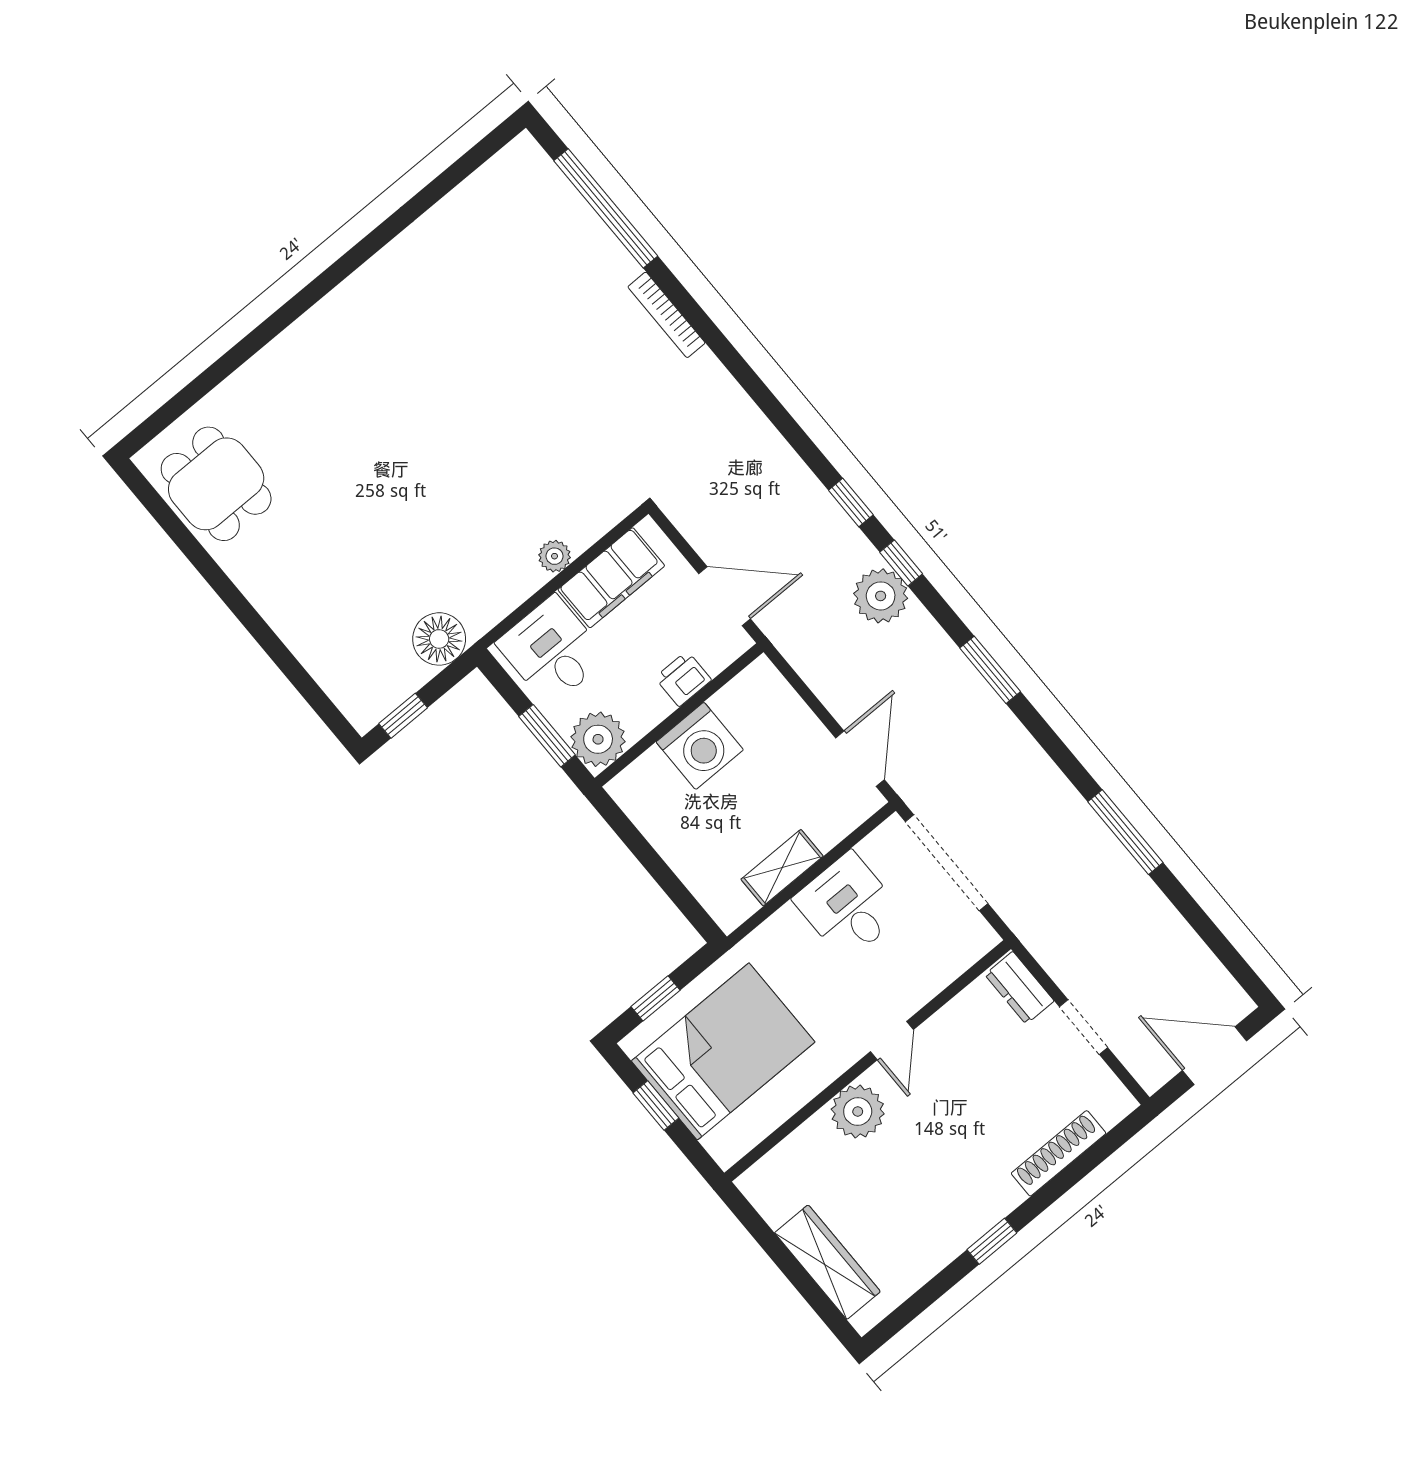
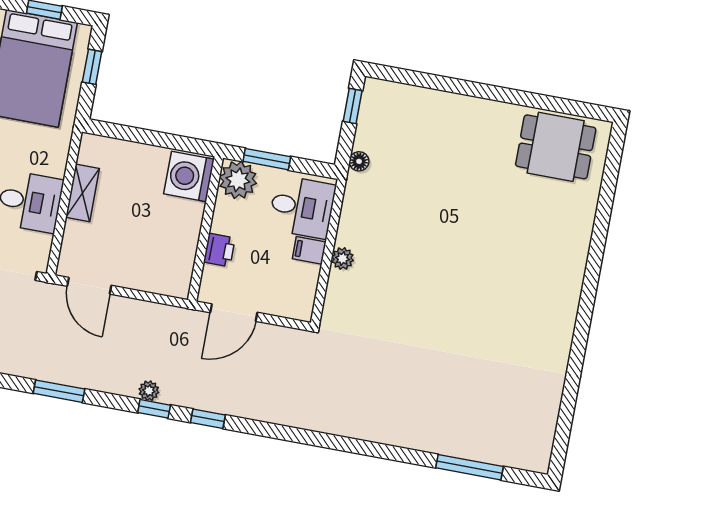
window: (606, 208) -> (470, 467), width x0.68
bookcase: (666, 315) -> (390, 437), removed
filing cabinet: (611, 578) -> (309, 250), width x0.33, depth x0.86
plant: (881, 596) -> (149, 391), width x0.53, depth x0.53
floor lamp: (439, 639) -> (359, 161), width x0.53, depth x0.53
washing machine: (700, 746) -> (189, 177), moved

